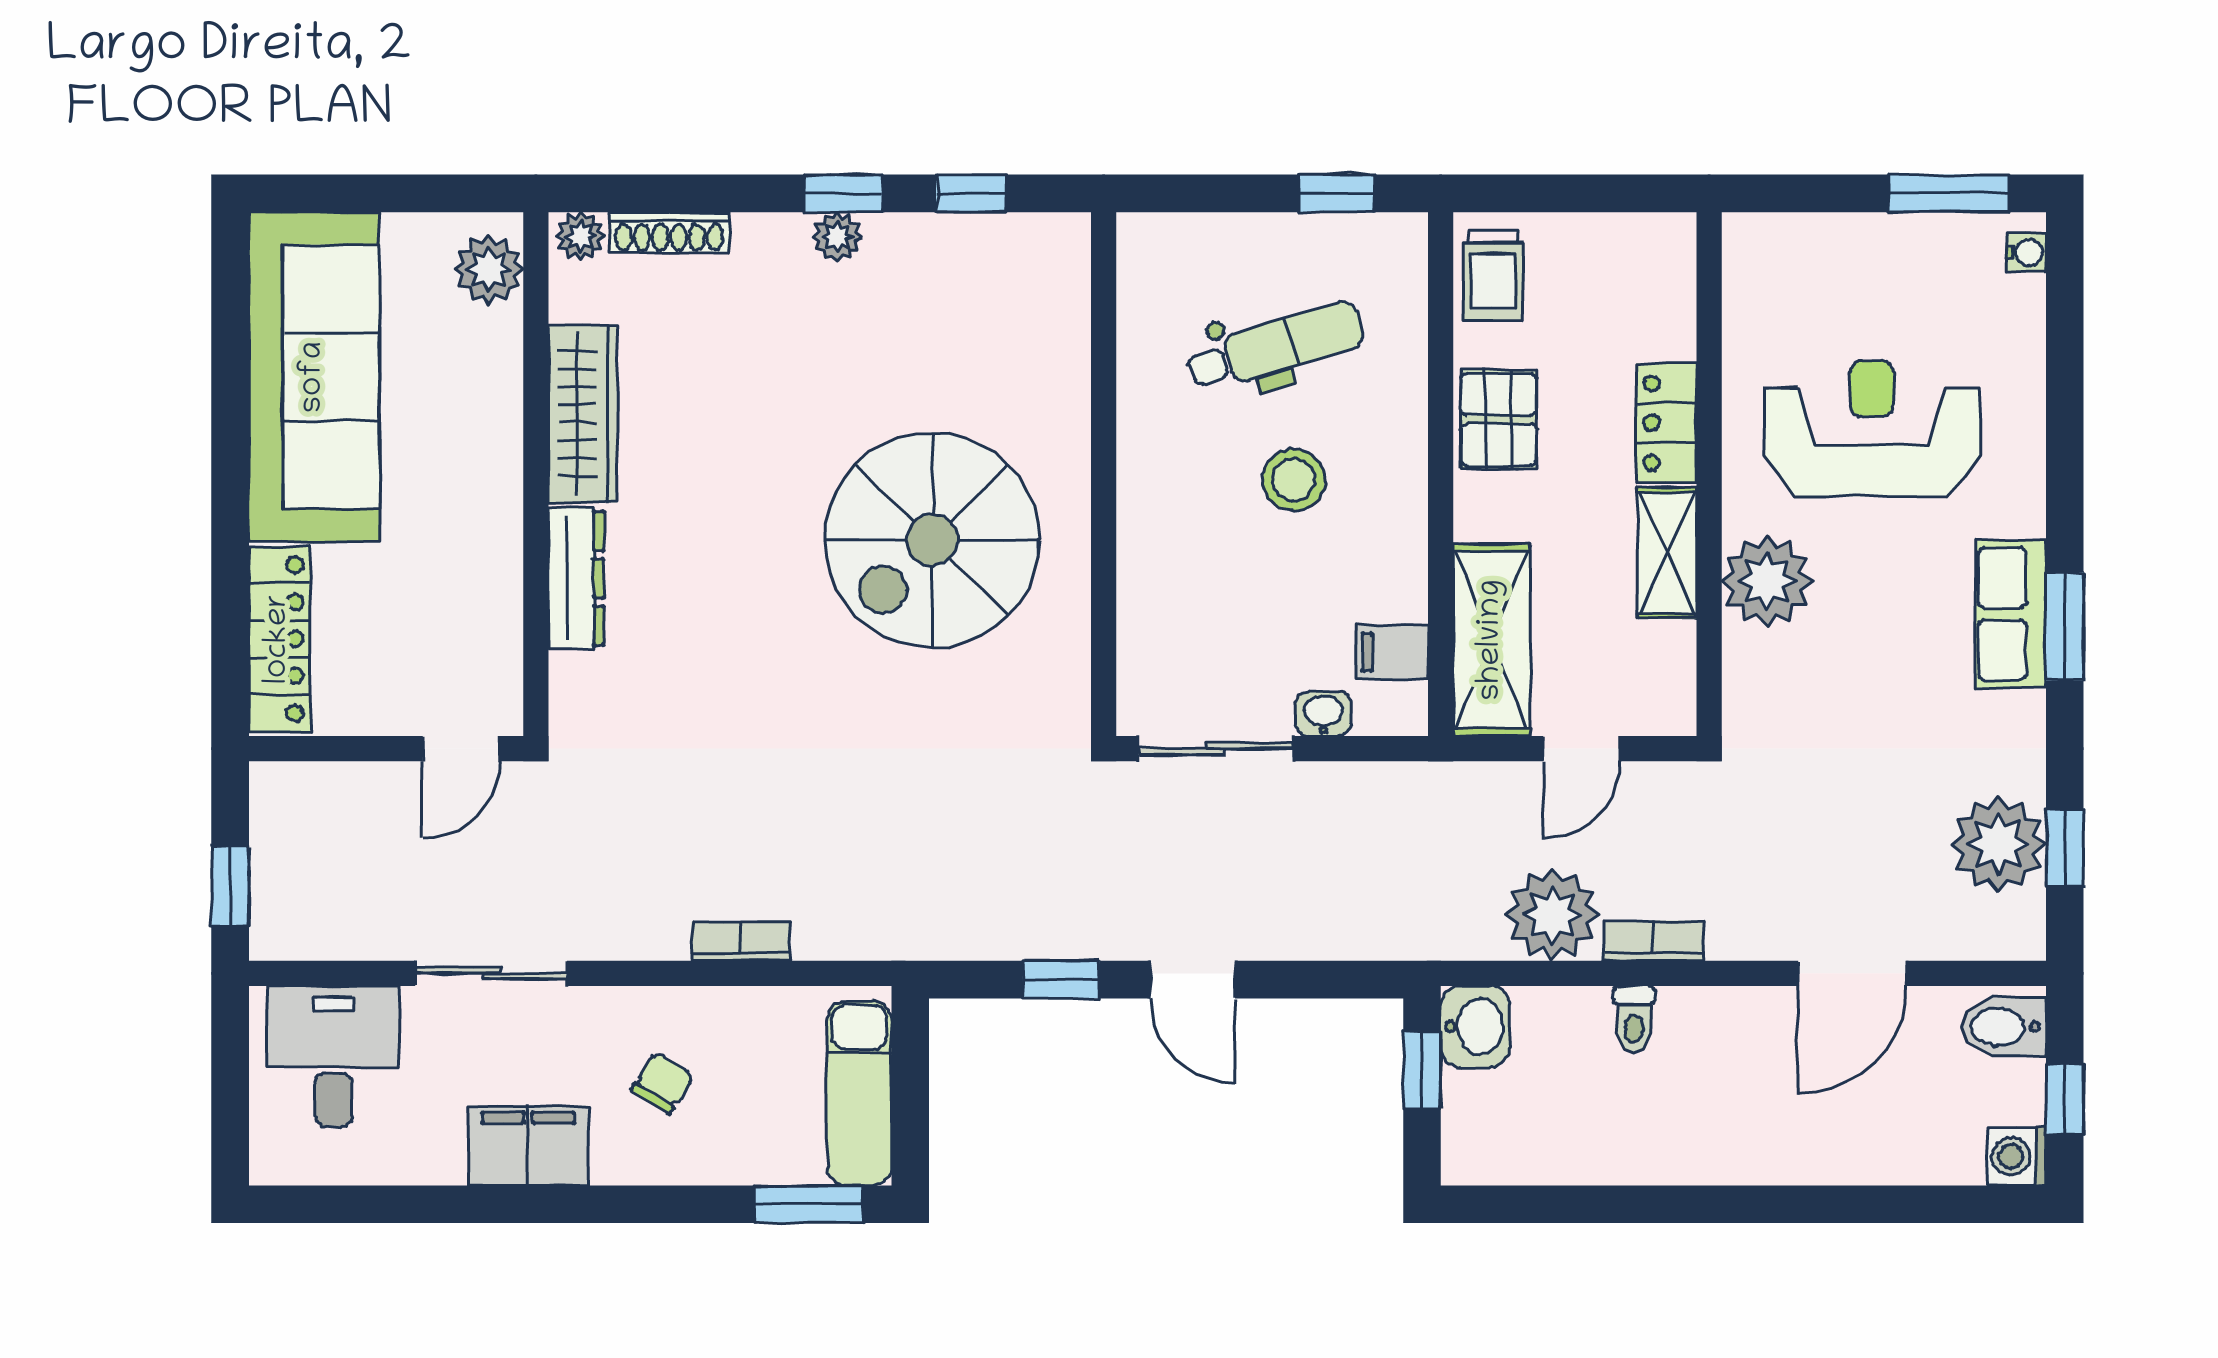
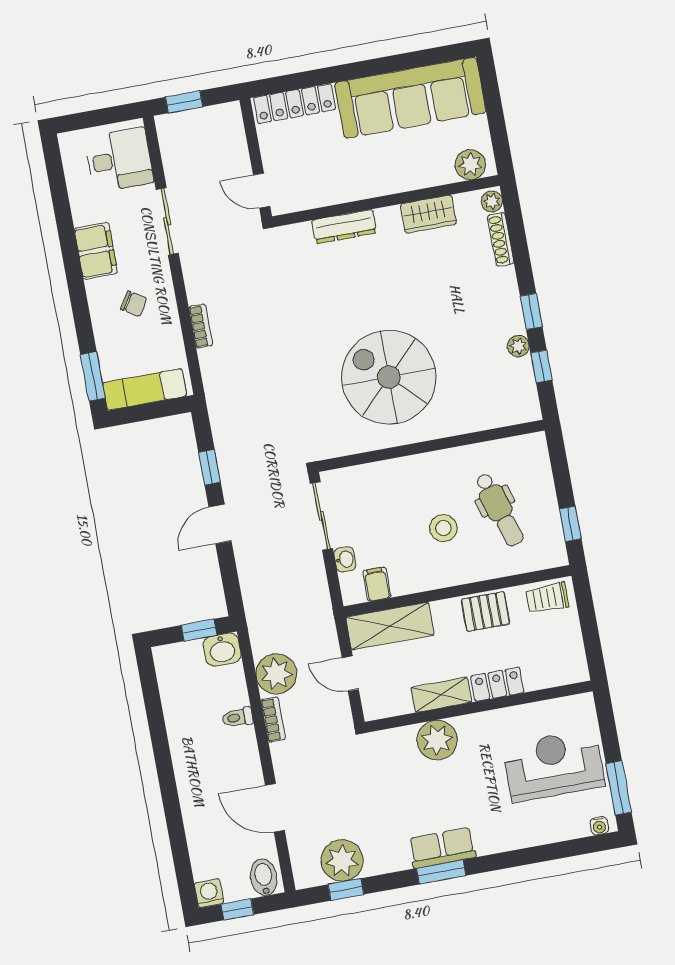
plant: (837, 237) -> (518, 346), moved
wardrobe: (583, 414) -> (428, 214), width x0.67
reception desk: (1872, 428) -> (554, 765), moved, turned -90

